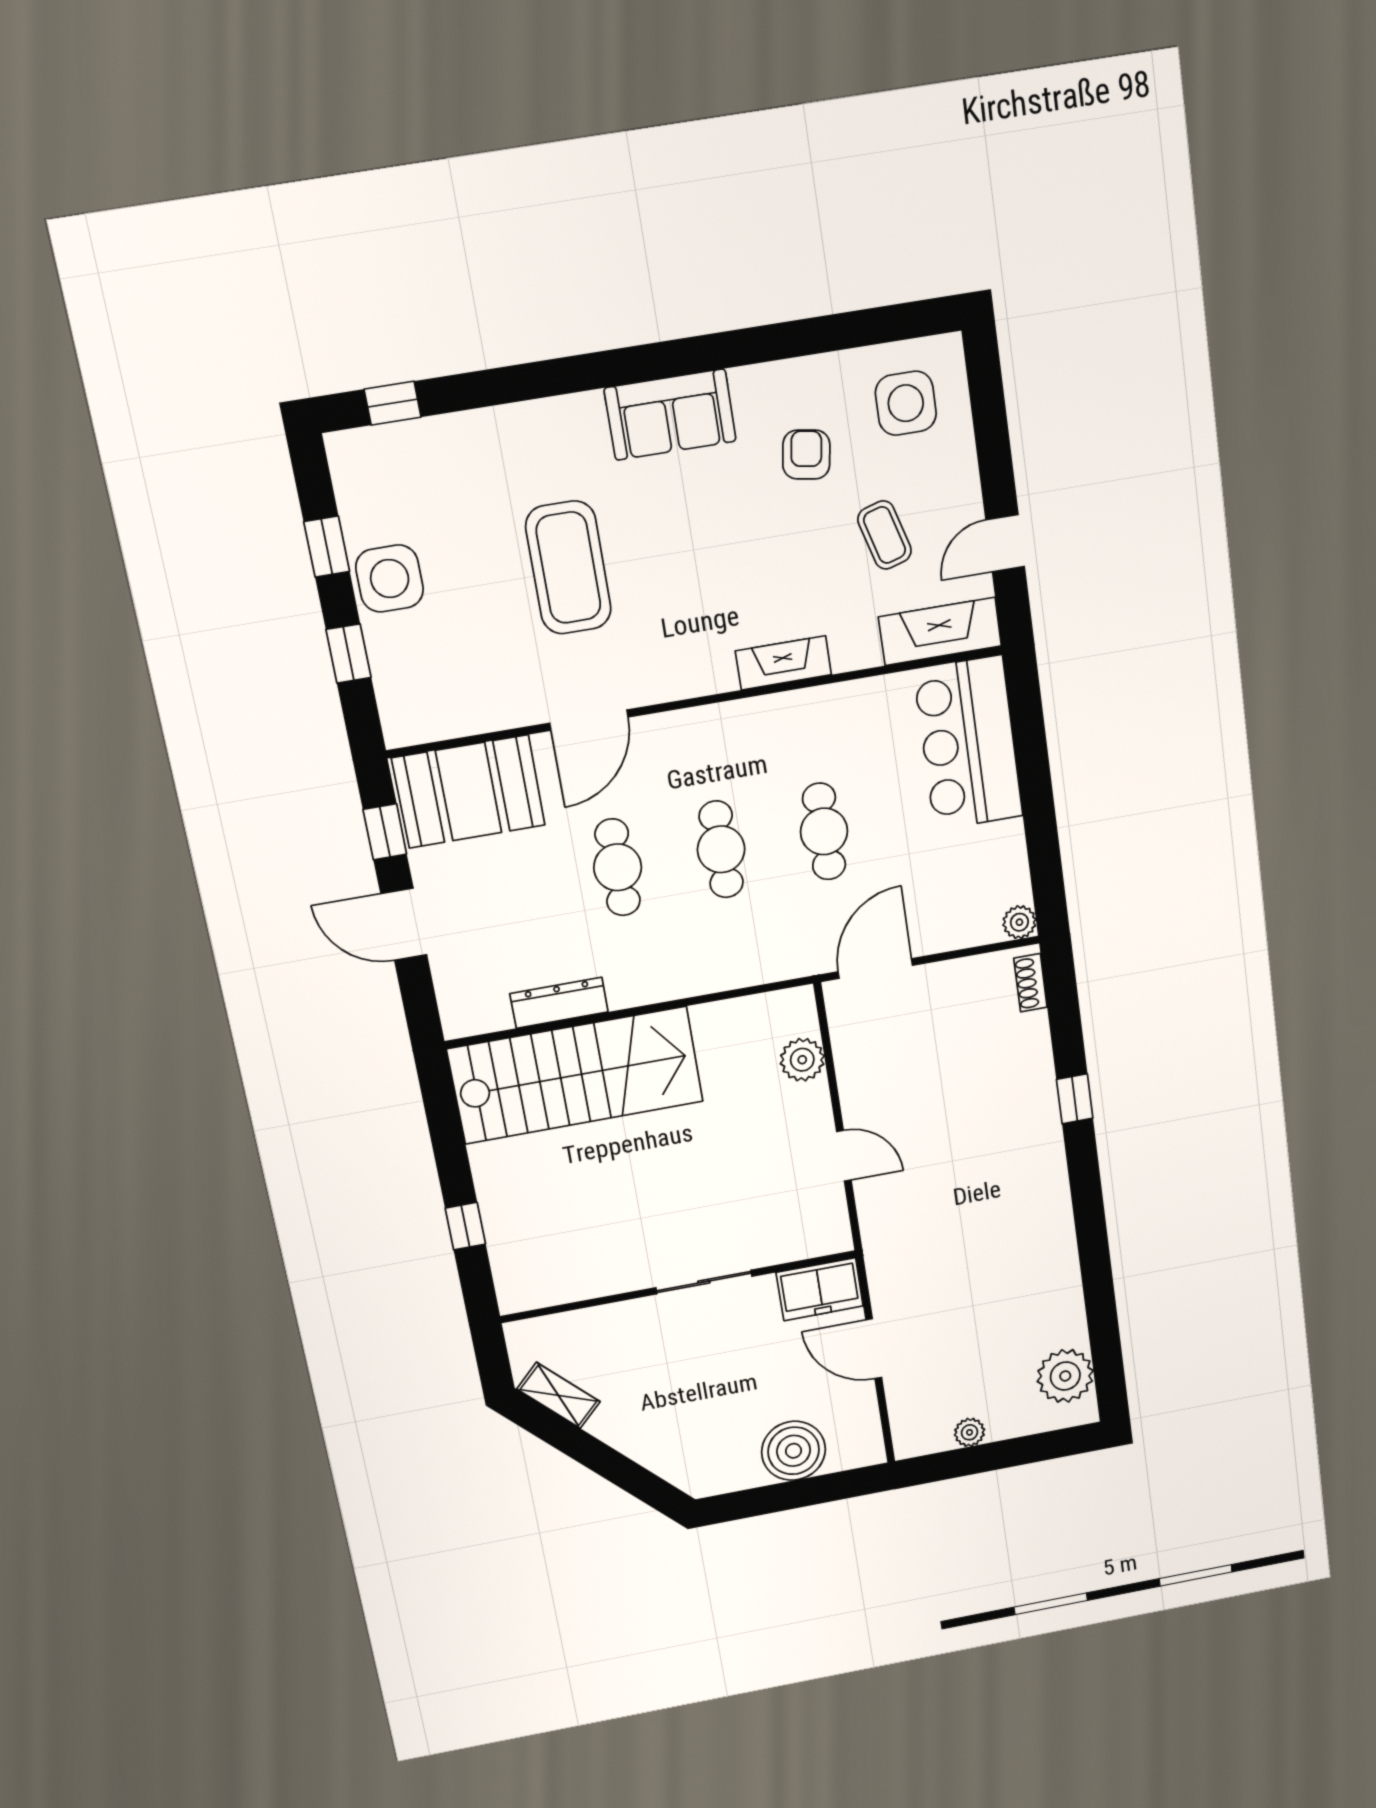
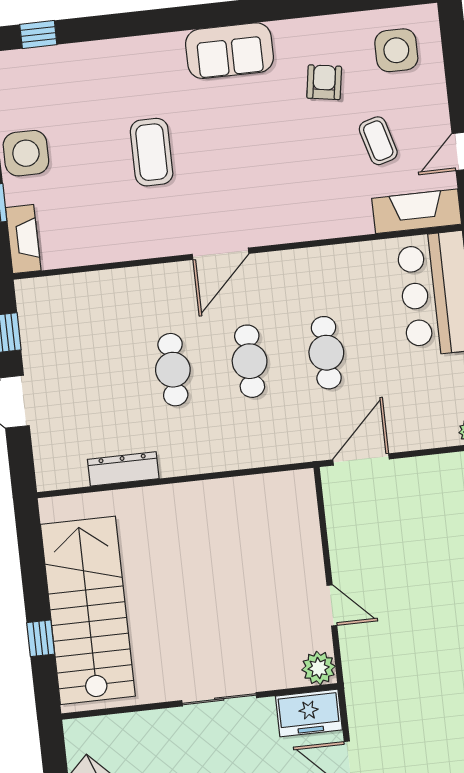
coffee table: (568, 568) -> (152, 152), width x0.73, depth x0.76
fireplace: (783, 663) -> (23, 239), moved, turned 90
door: (589, 720) -> (221, 254), moved
booth: (469, 792) -> (69, 307), removed
plant: (802, 1060) -> (319, 668), moved
stairs: (576, 1075) -> (88, 610), moved, turned -90

